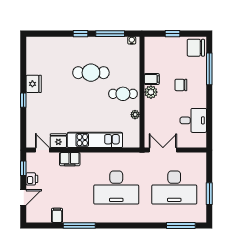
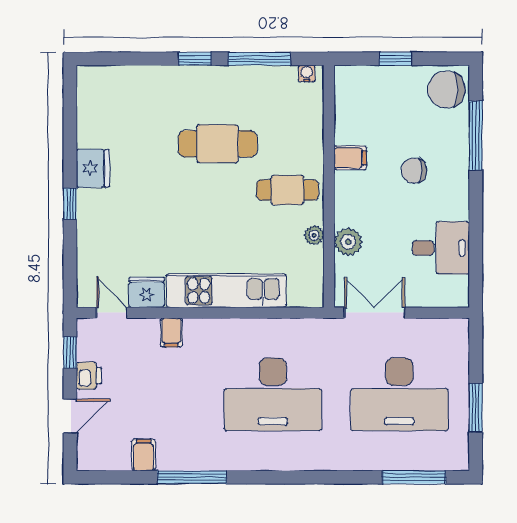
plant: (151, 92) -> (348, 242), moved
filing cabinet: (70, 159) -> (171, 332), width x0.50

